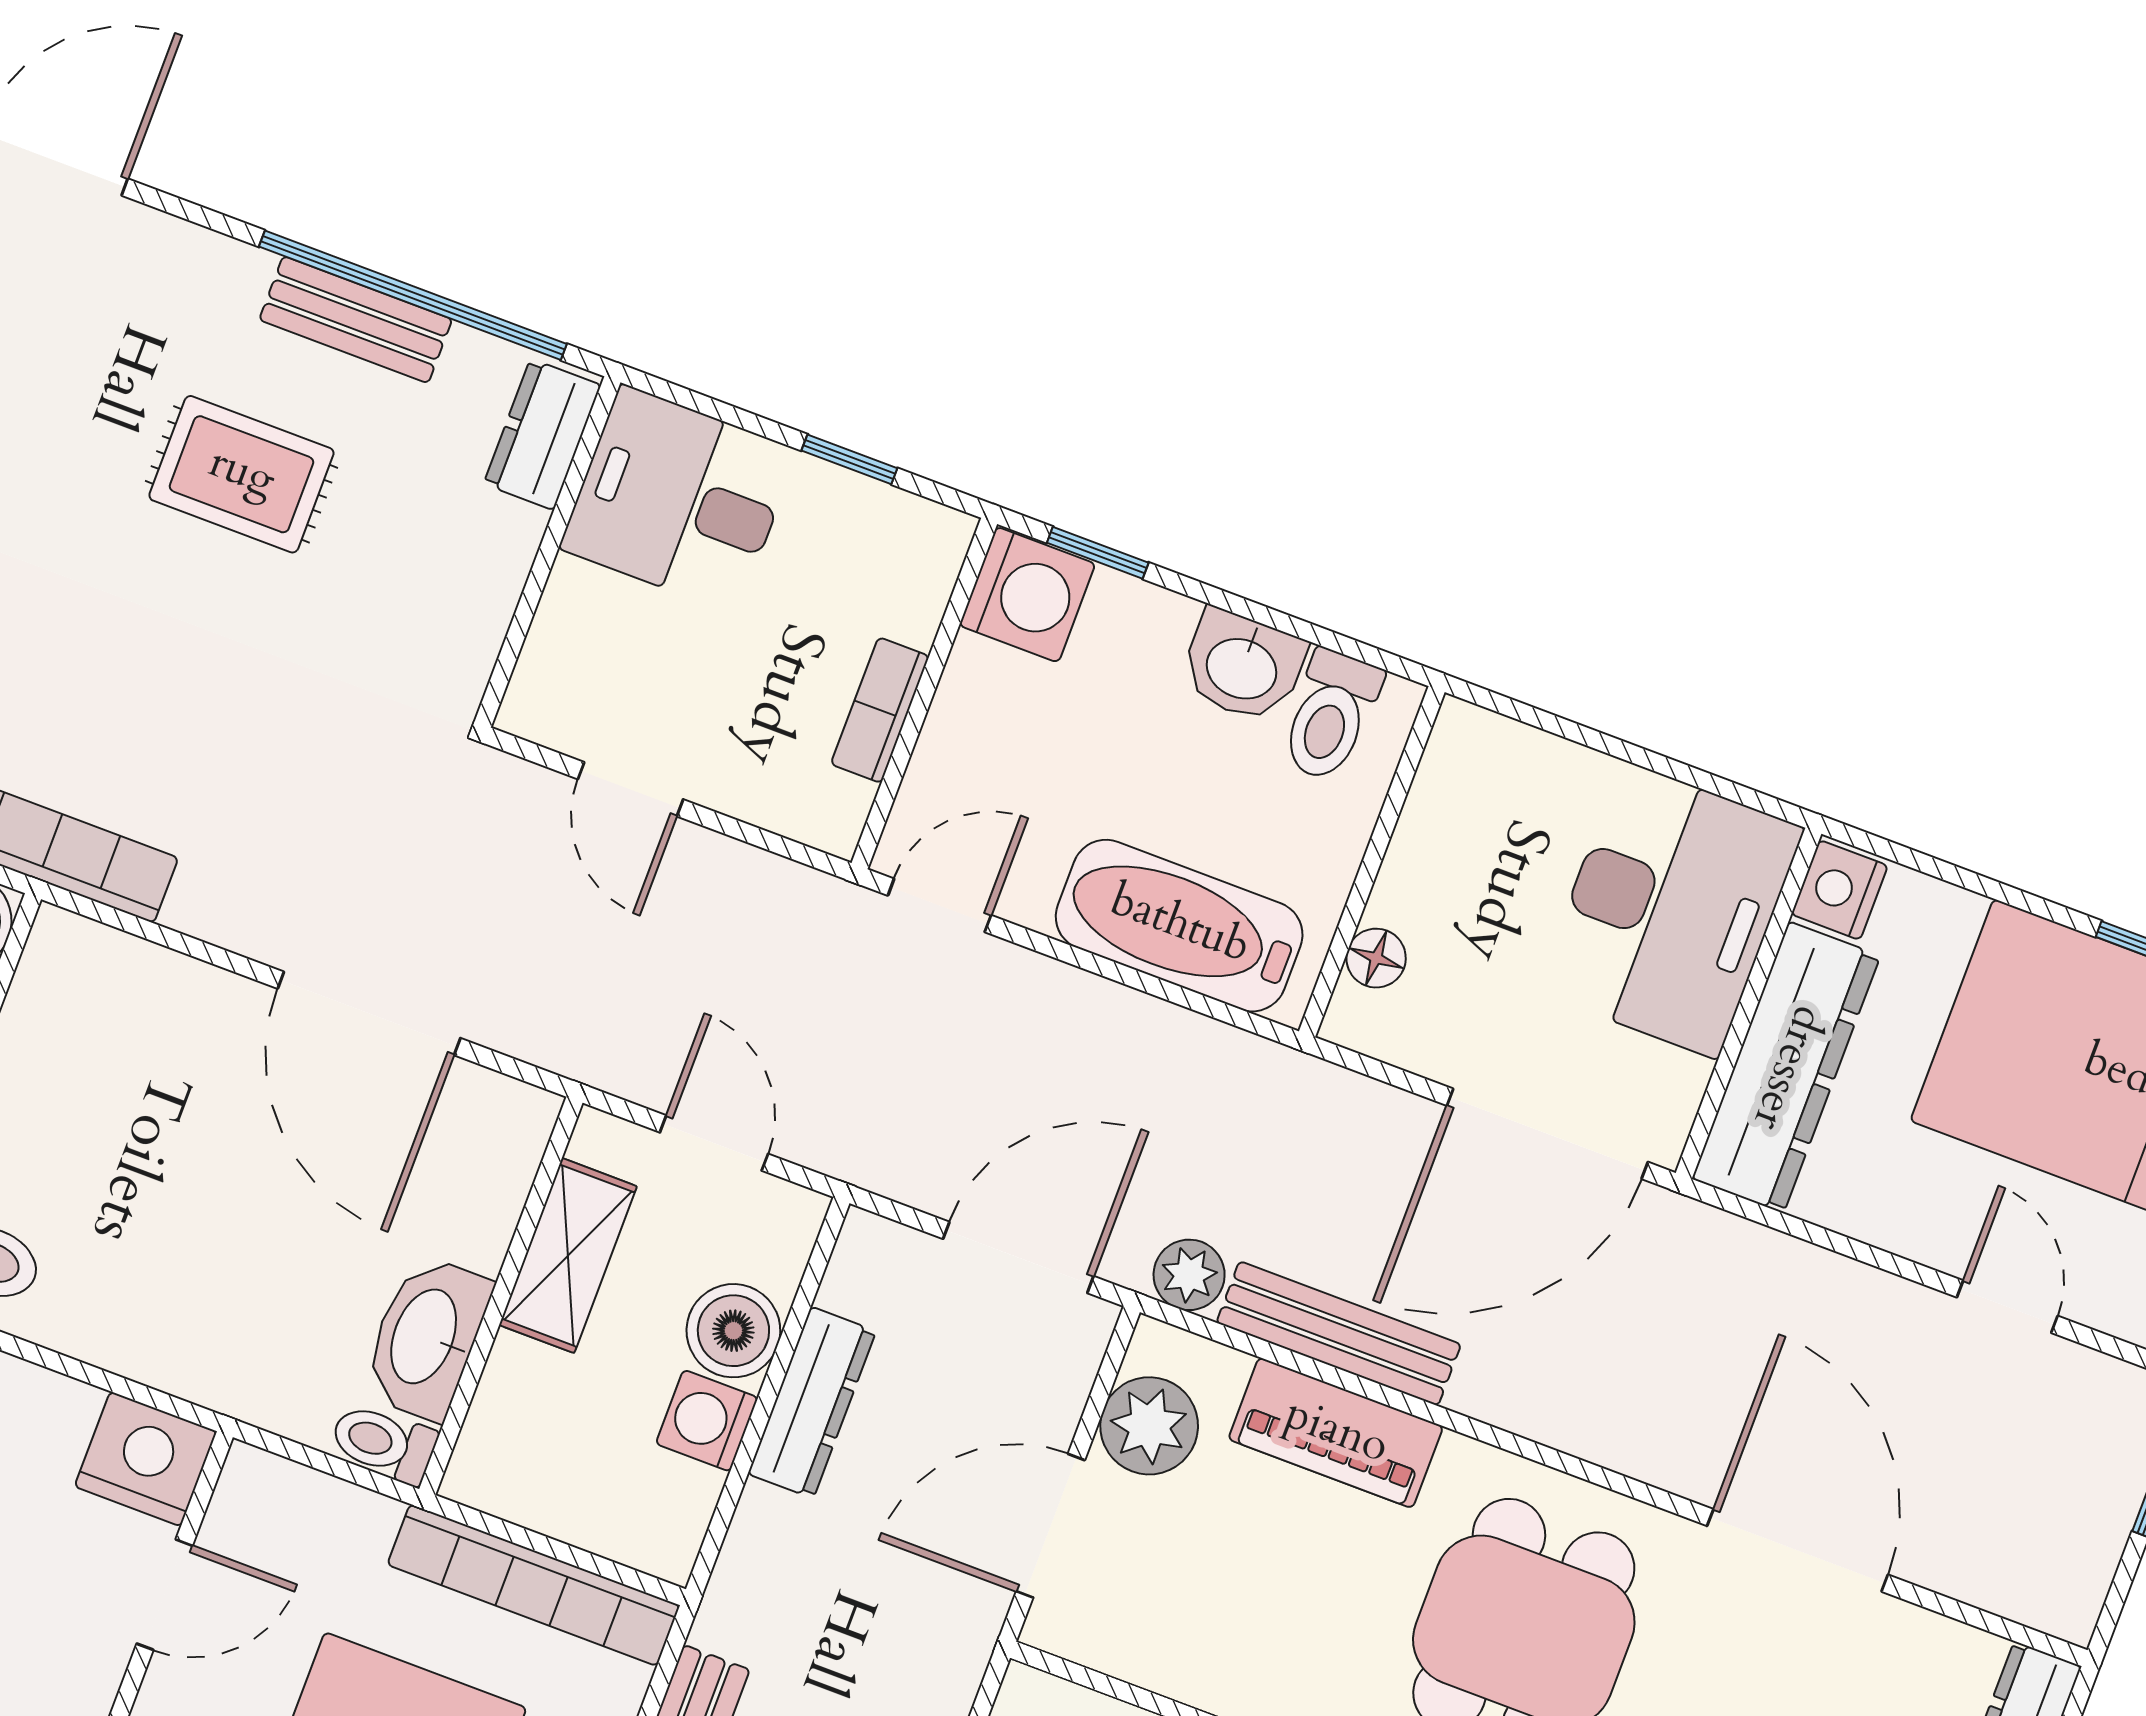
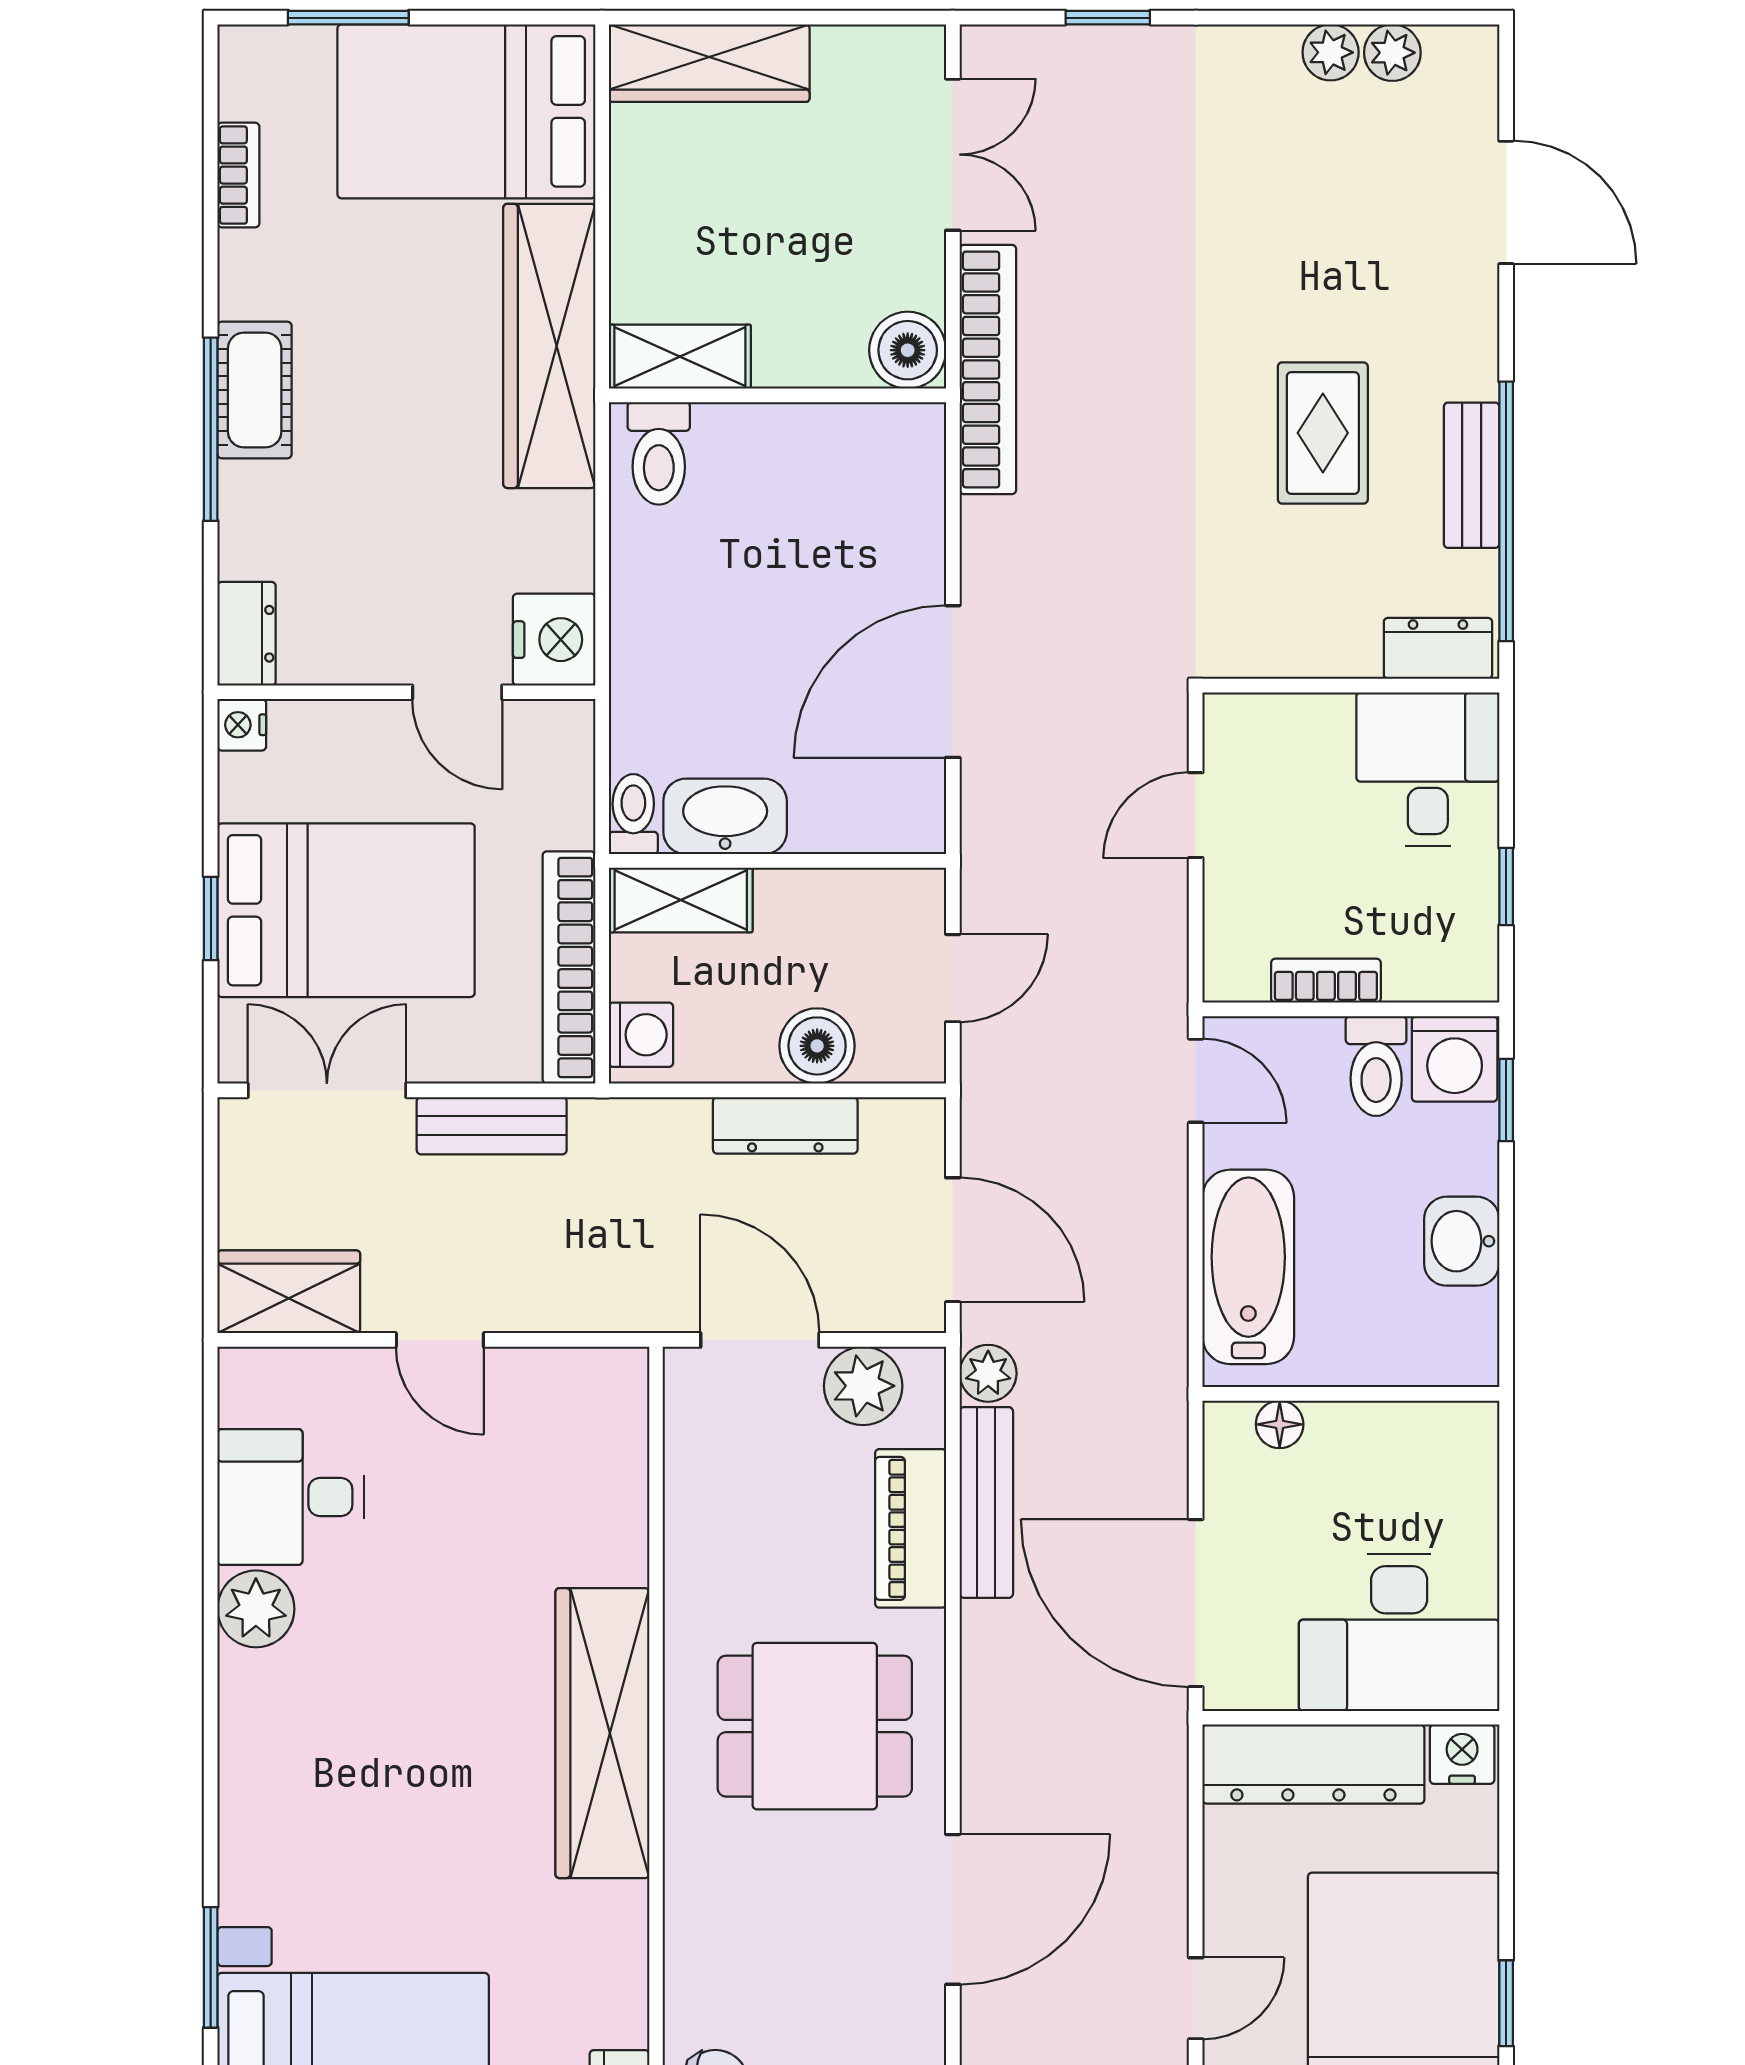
toilet: (1331, 716) -> (1376, 1066), moved, turned -90
shelving: (568, 1256) -> (681, 900), moved
washing machine: (707, 1421) -> (641, 1035), moved, turned 90

